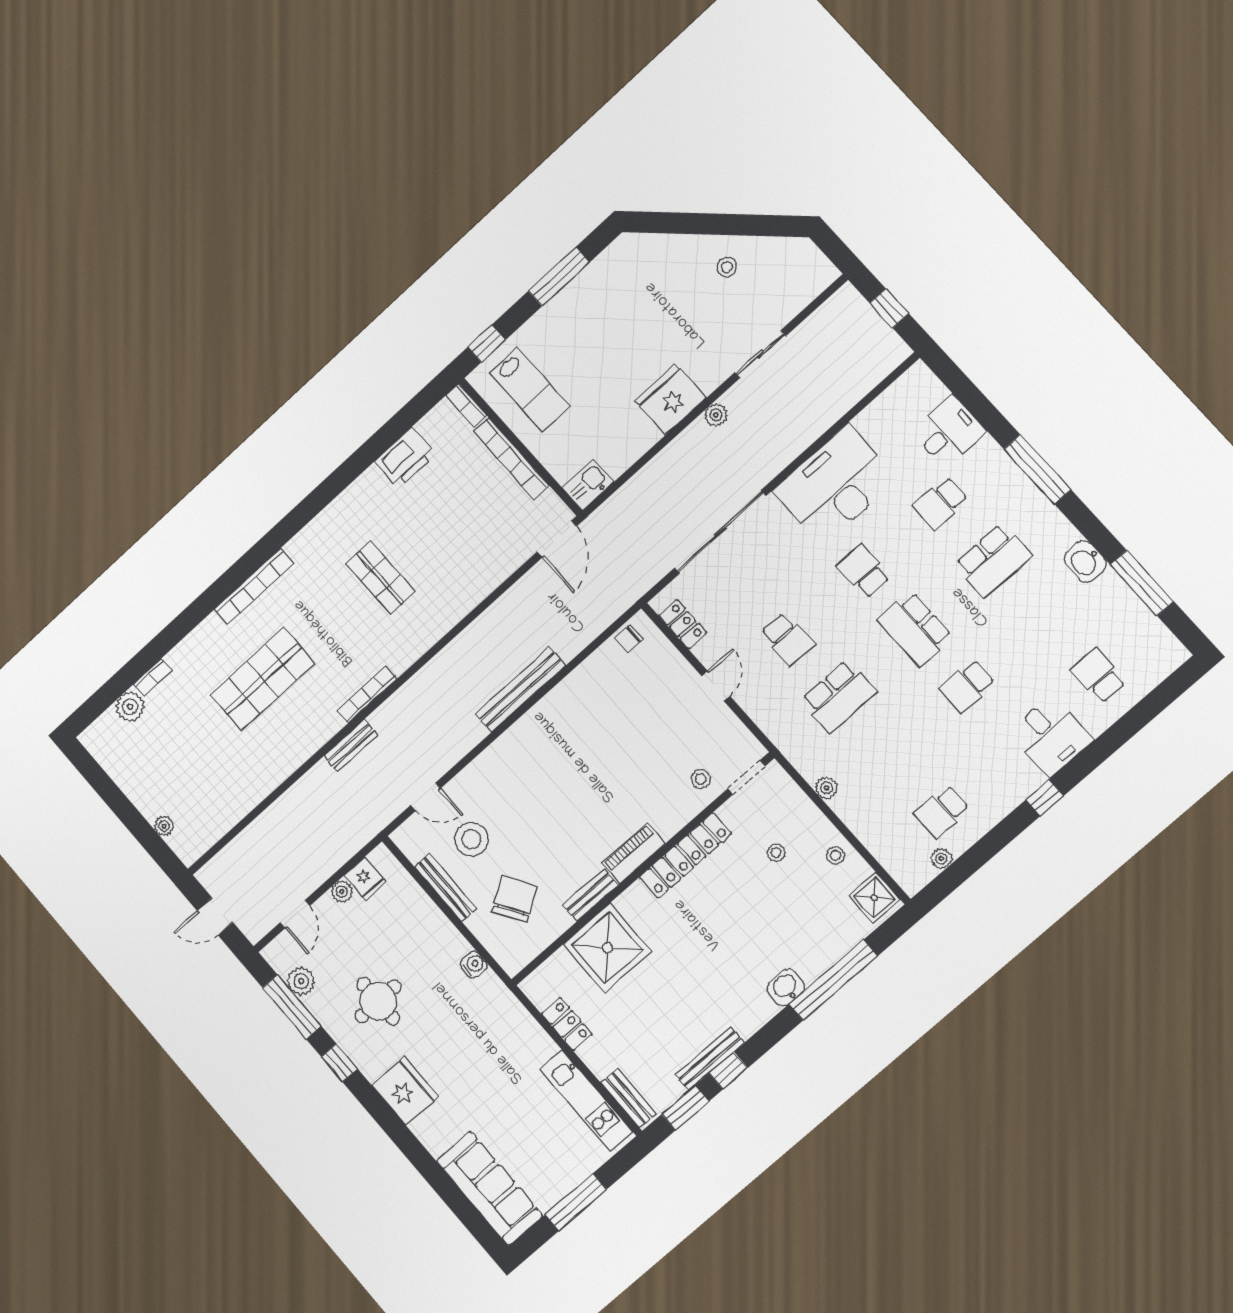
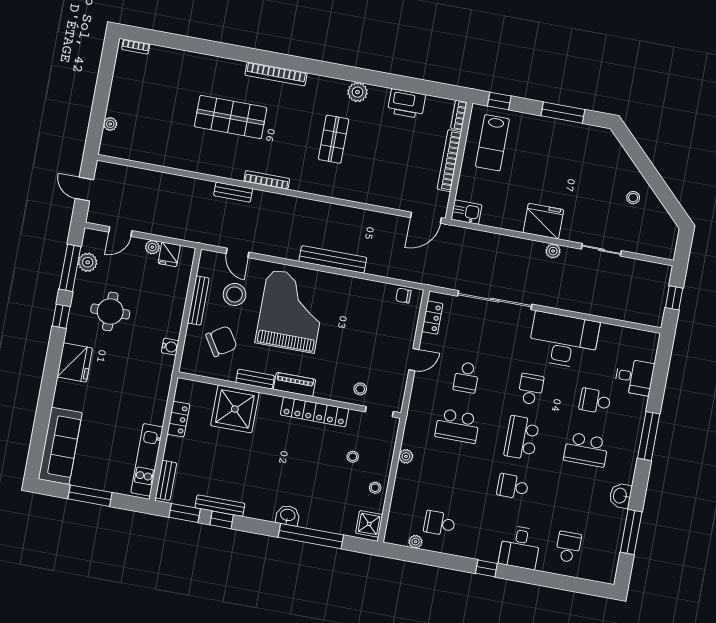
bookcase: (152, 677) -> (136, 47), moved
plant: (130, 707) -> (357, 92), moved
grand piano: (543, 788) -> (291, 311), added

